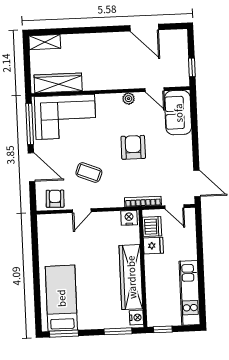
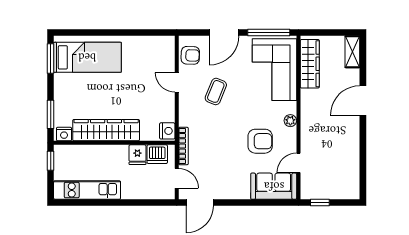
door: (144, 28) -> (363, 101), moved
plant: (129, 99) -> (290, 121), moved
armchair: (133, 147) -> (260, 141), moved
door: (174, 207) -> (177, 178), swing flipped

